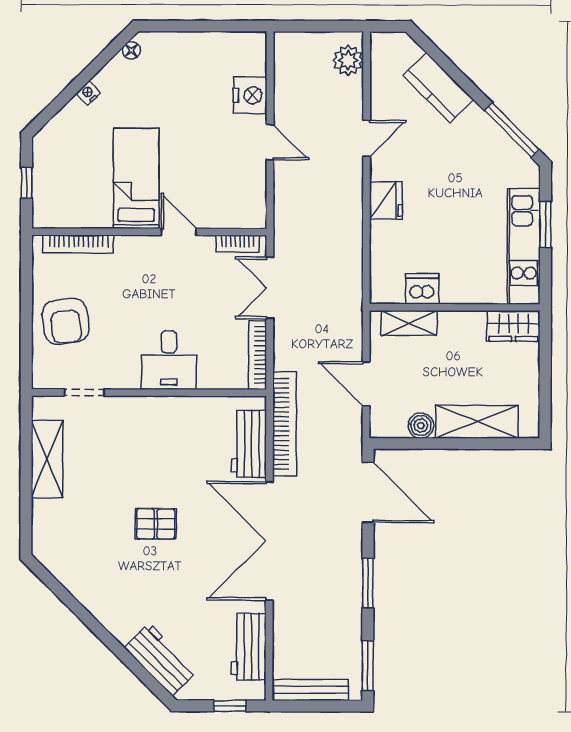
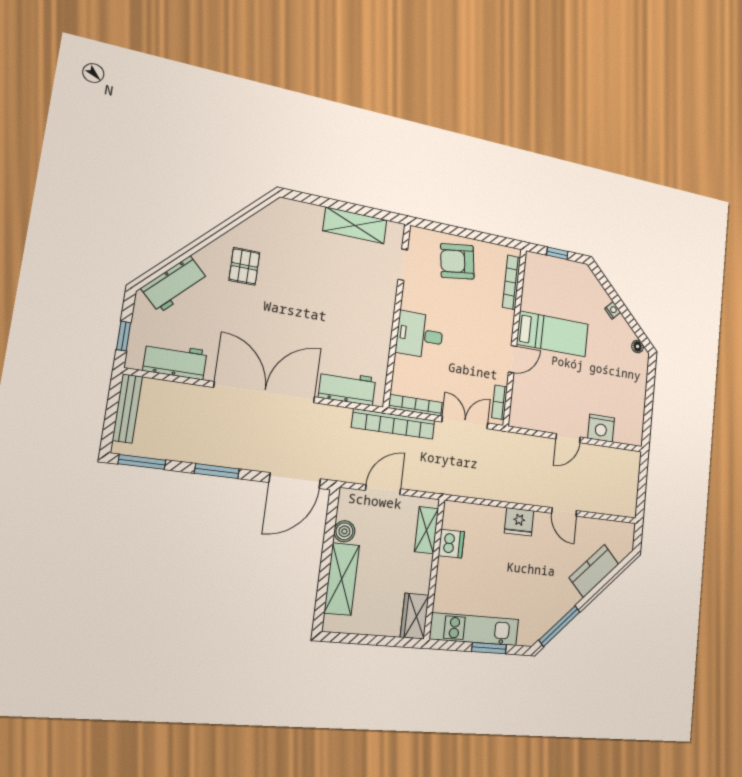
plant: (348, 60) -> (618, 504), removed
bookcase: (285, 424) -> (393, 424), moved
pallet: (156, 524) -> (244, 266), moved

